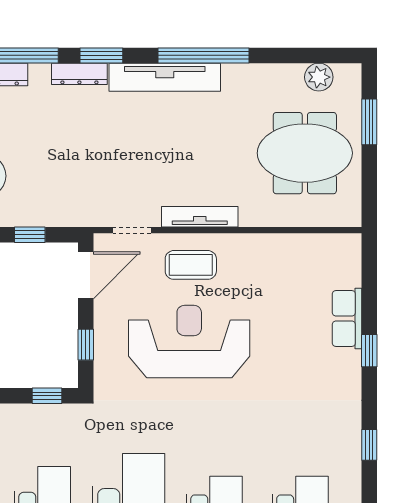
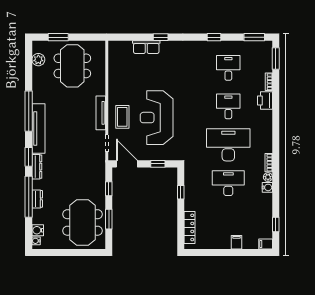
window: (47, 396) -> (181, 192), moved
window: (369, 445) -> (214, 37), moved

